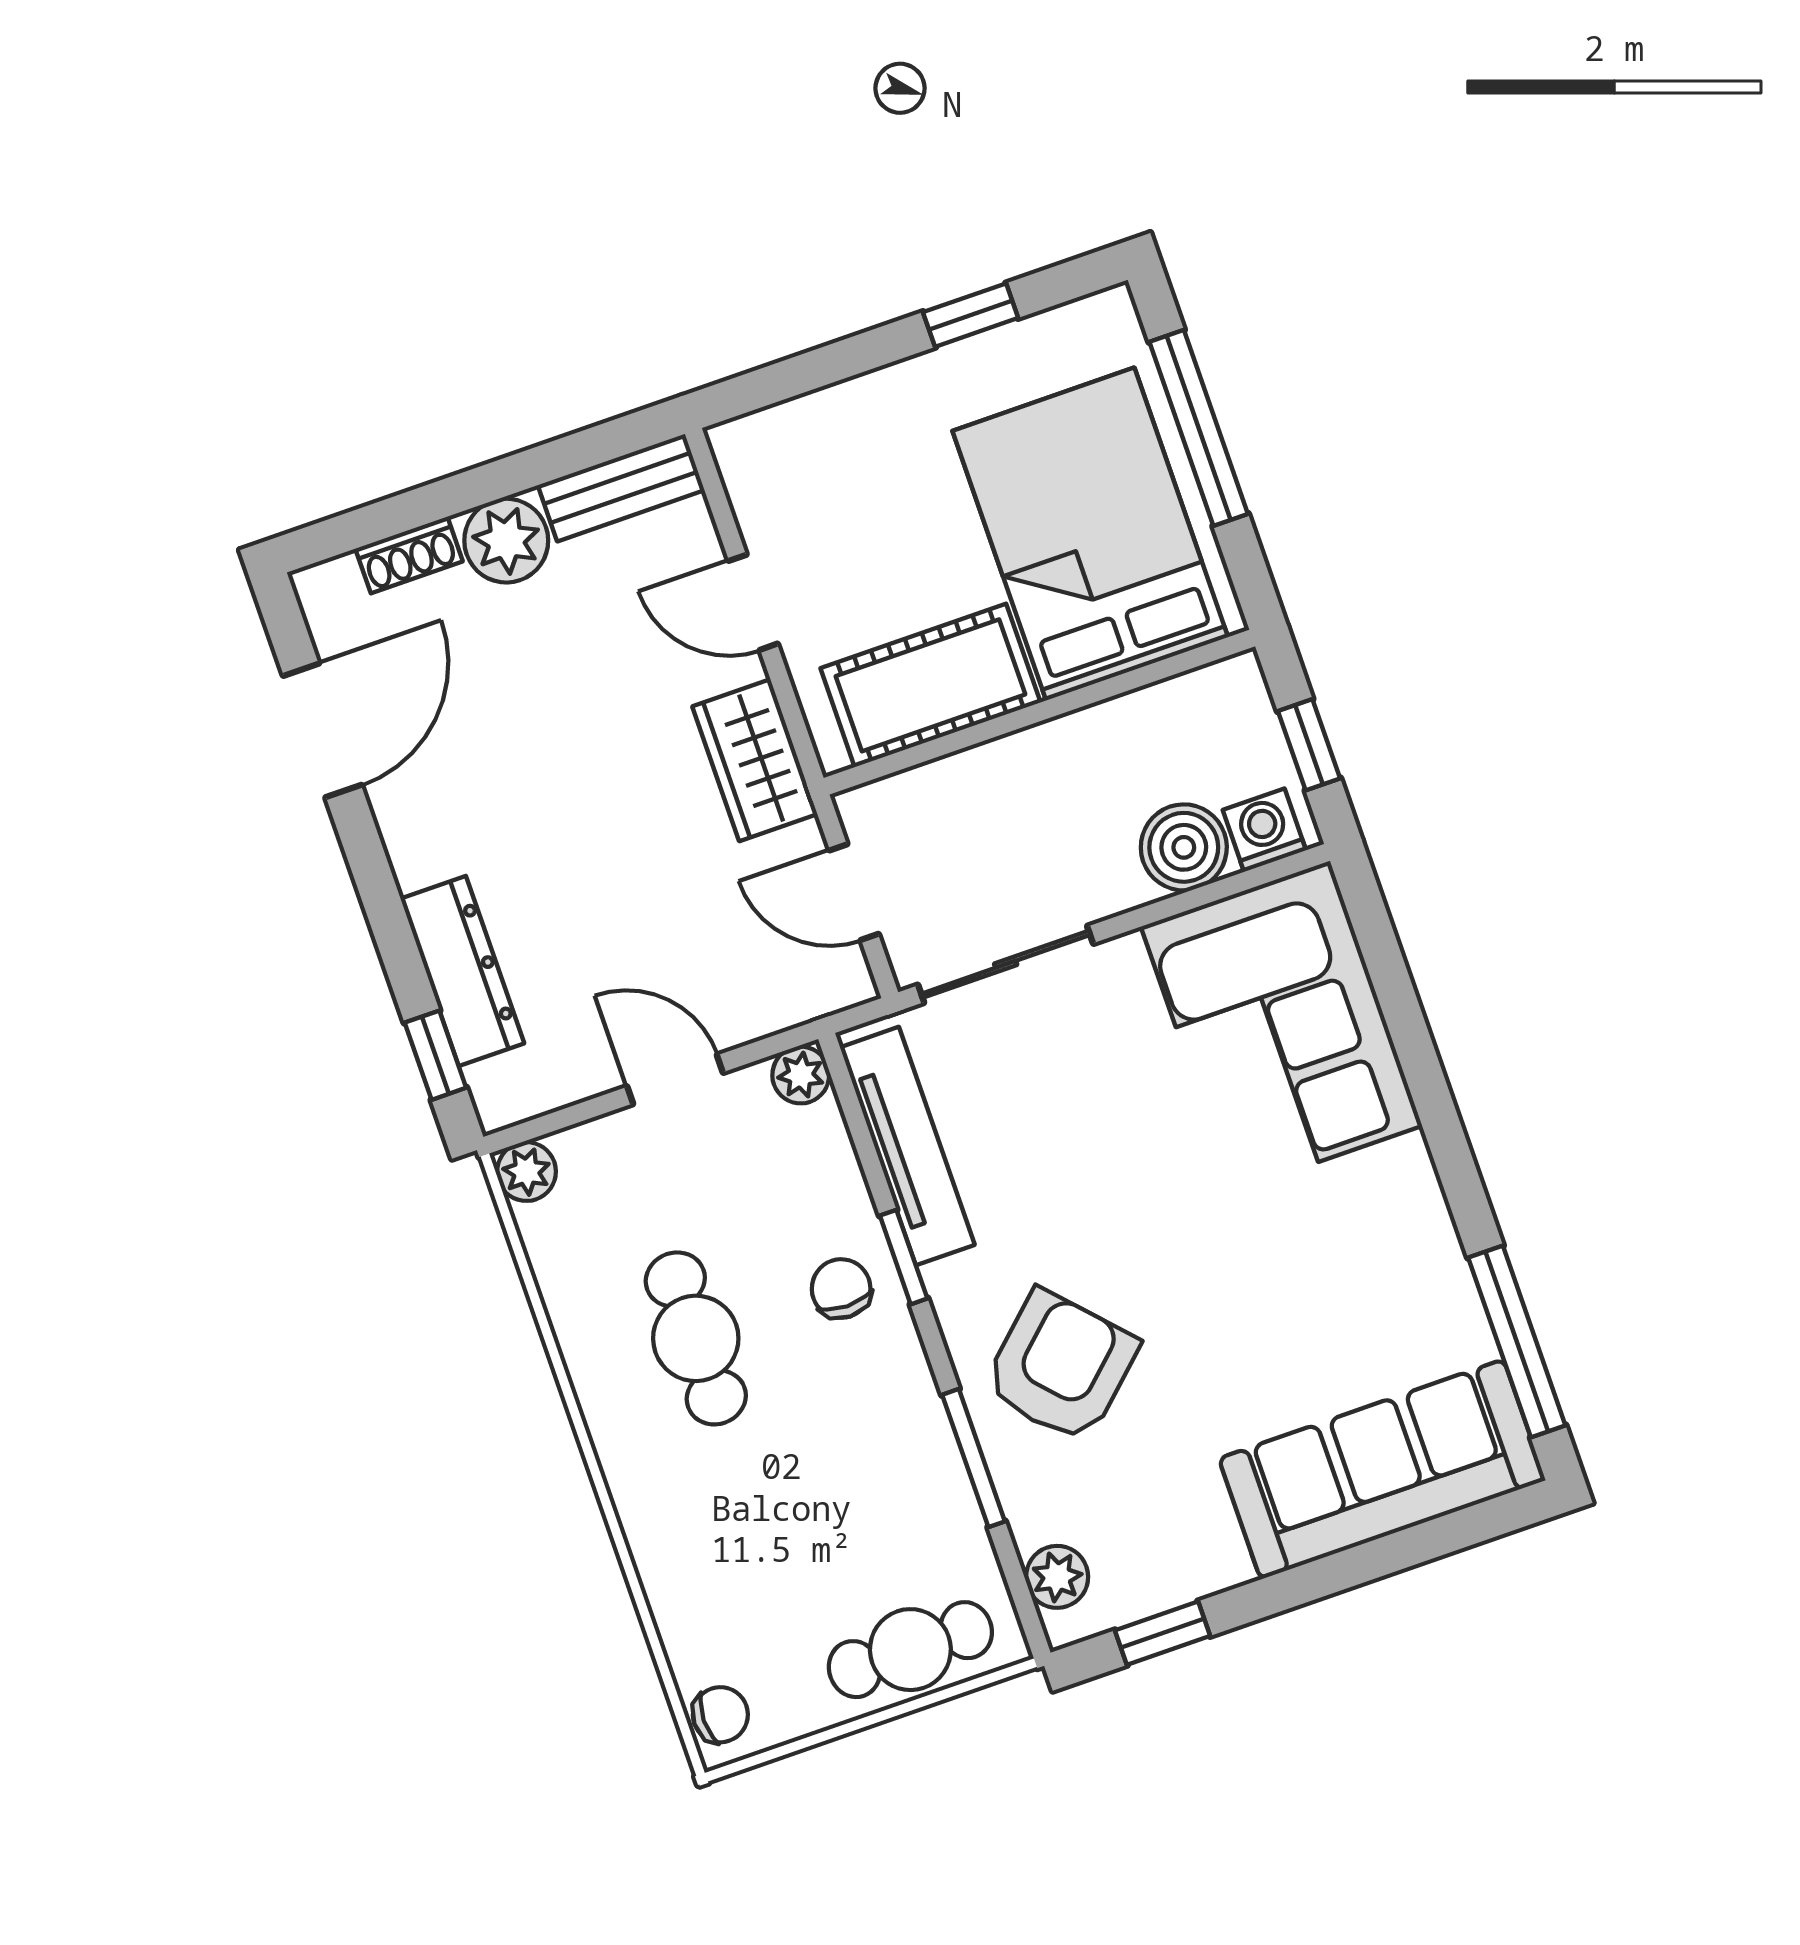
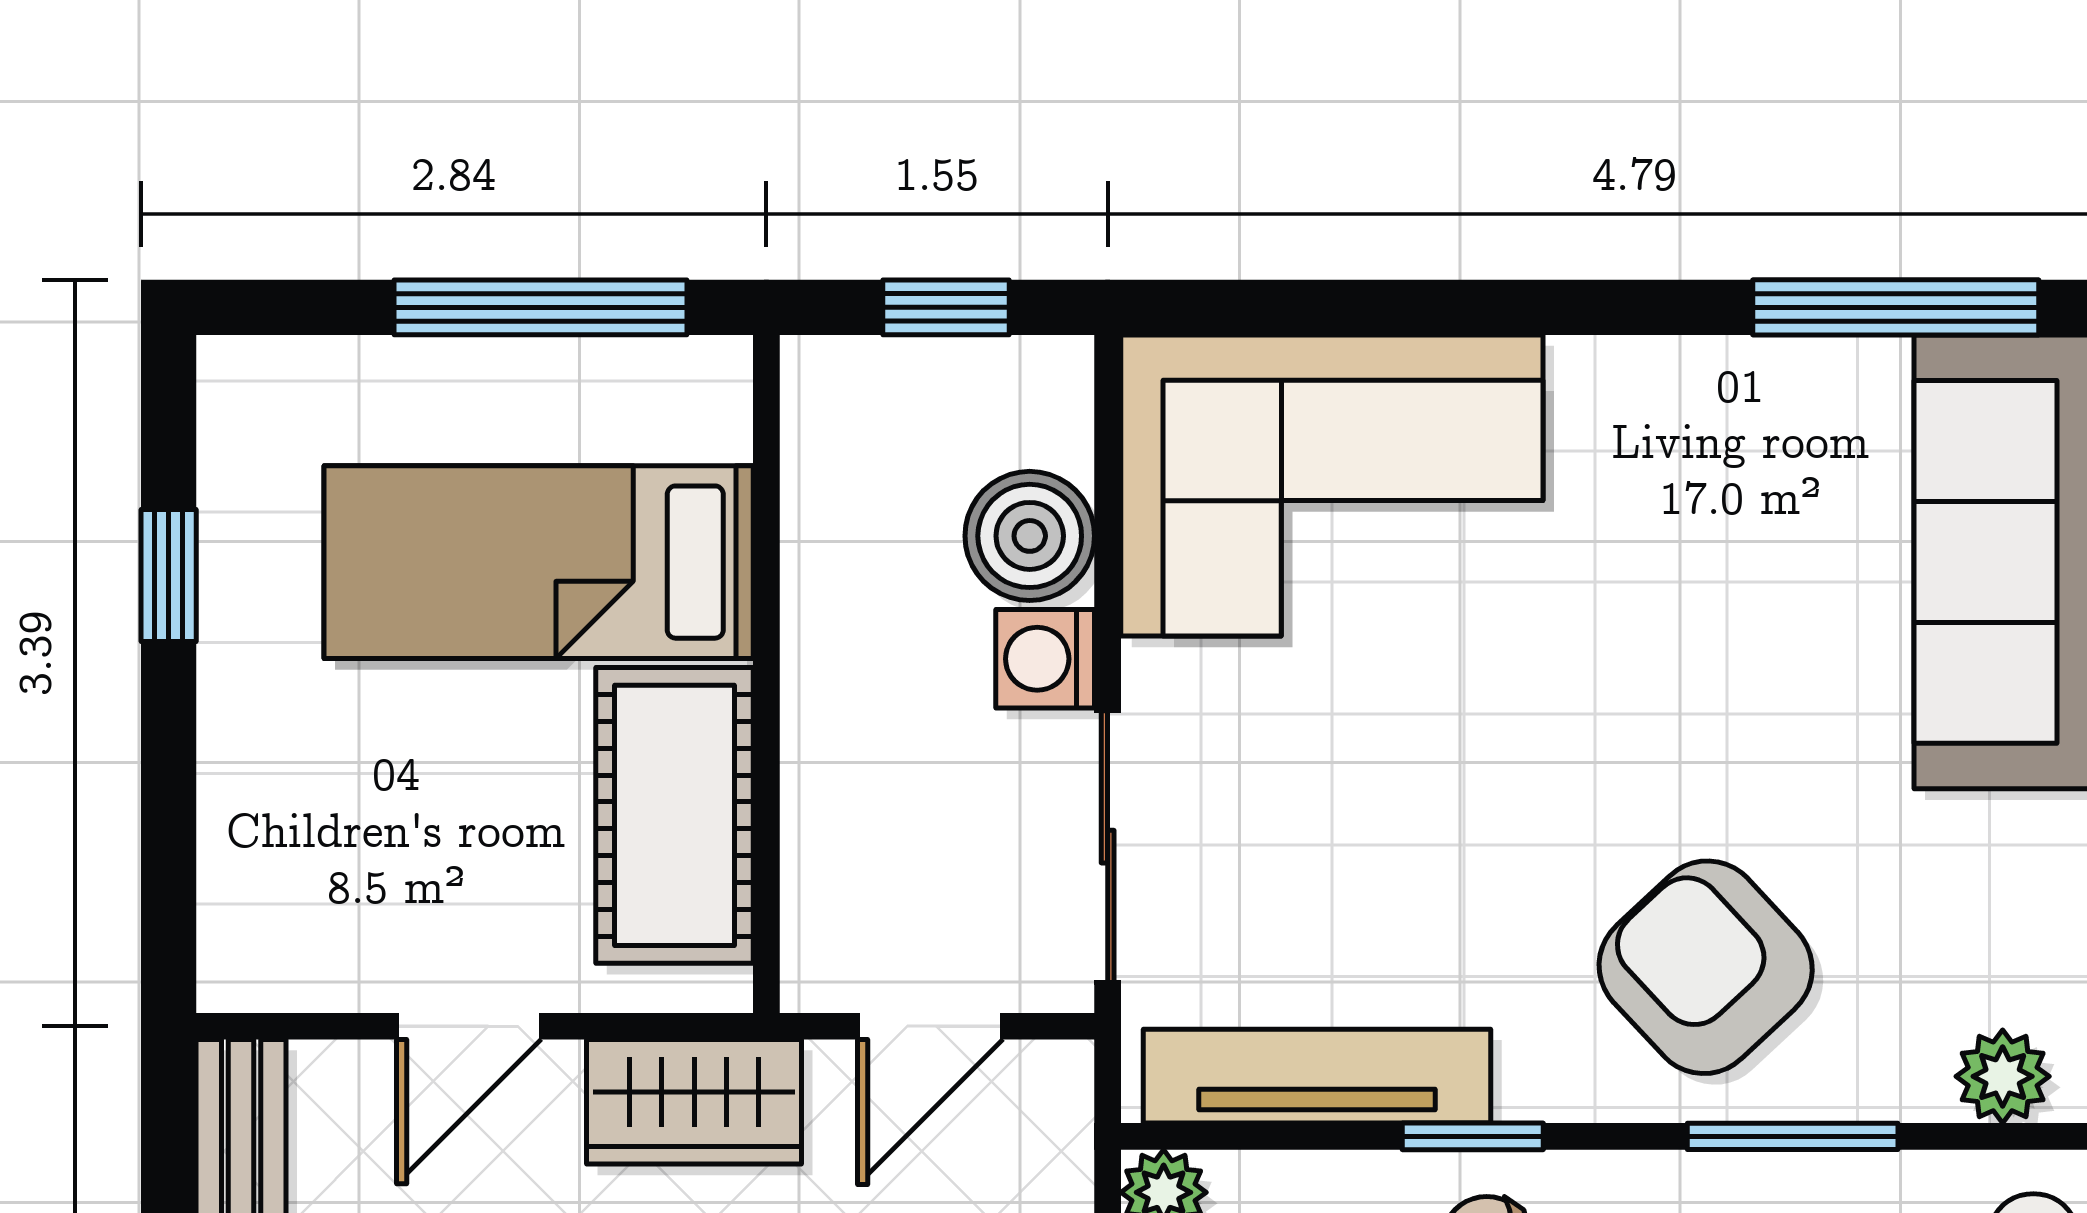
window: (1199, 428) -> (540, 307), moved
bed: (1090, 534) -> (539, 562), width x0.67
washing machine: (1264, 830) -> (1045, 659), moved

